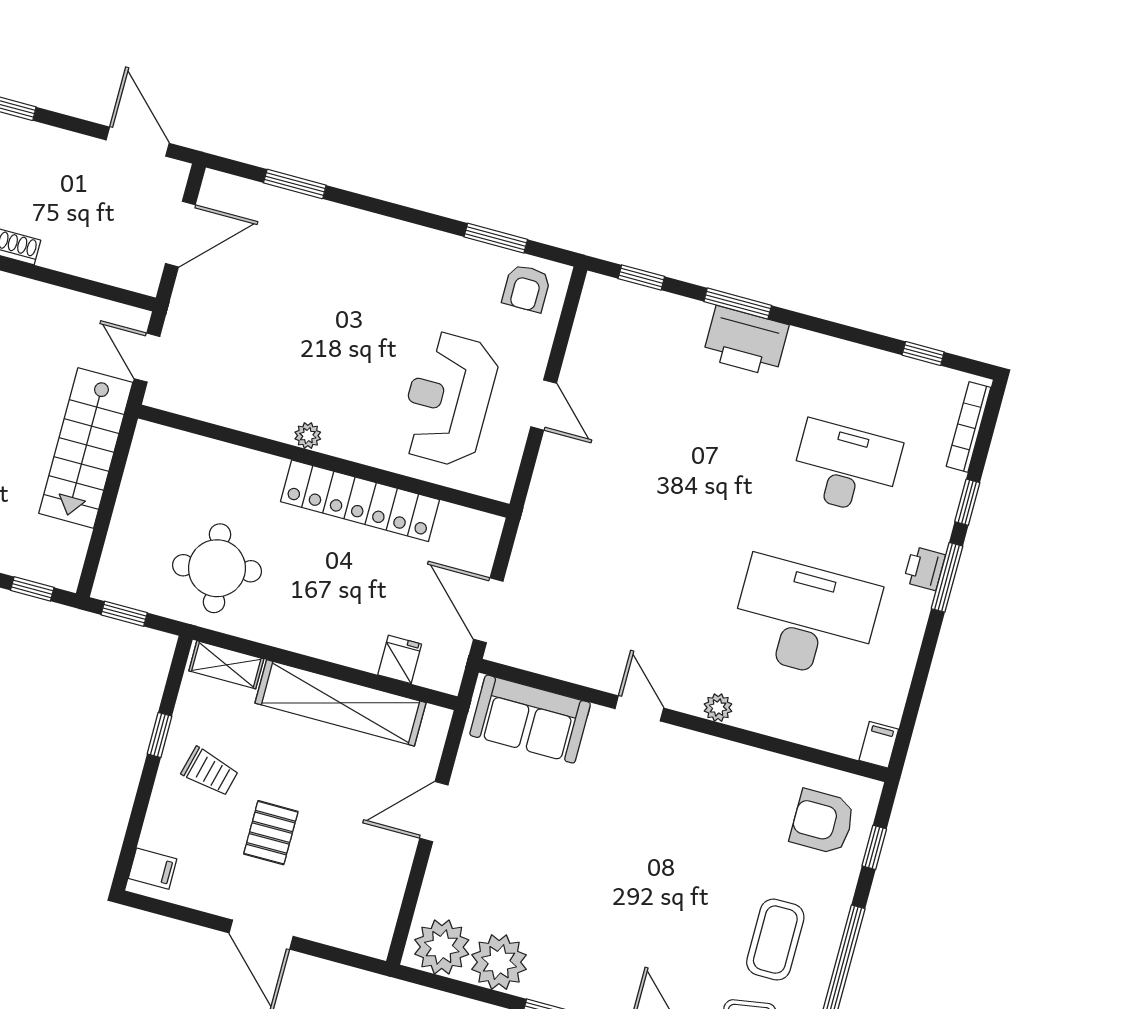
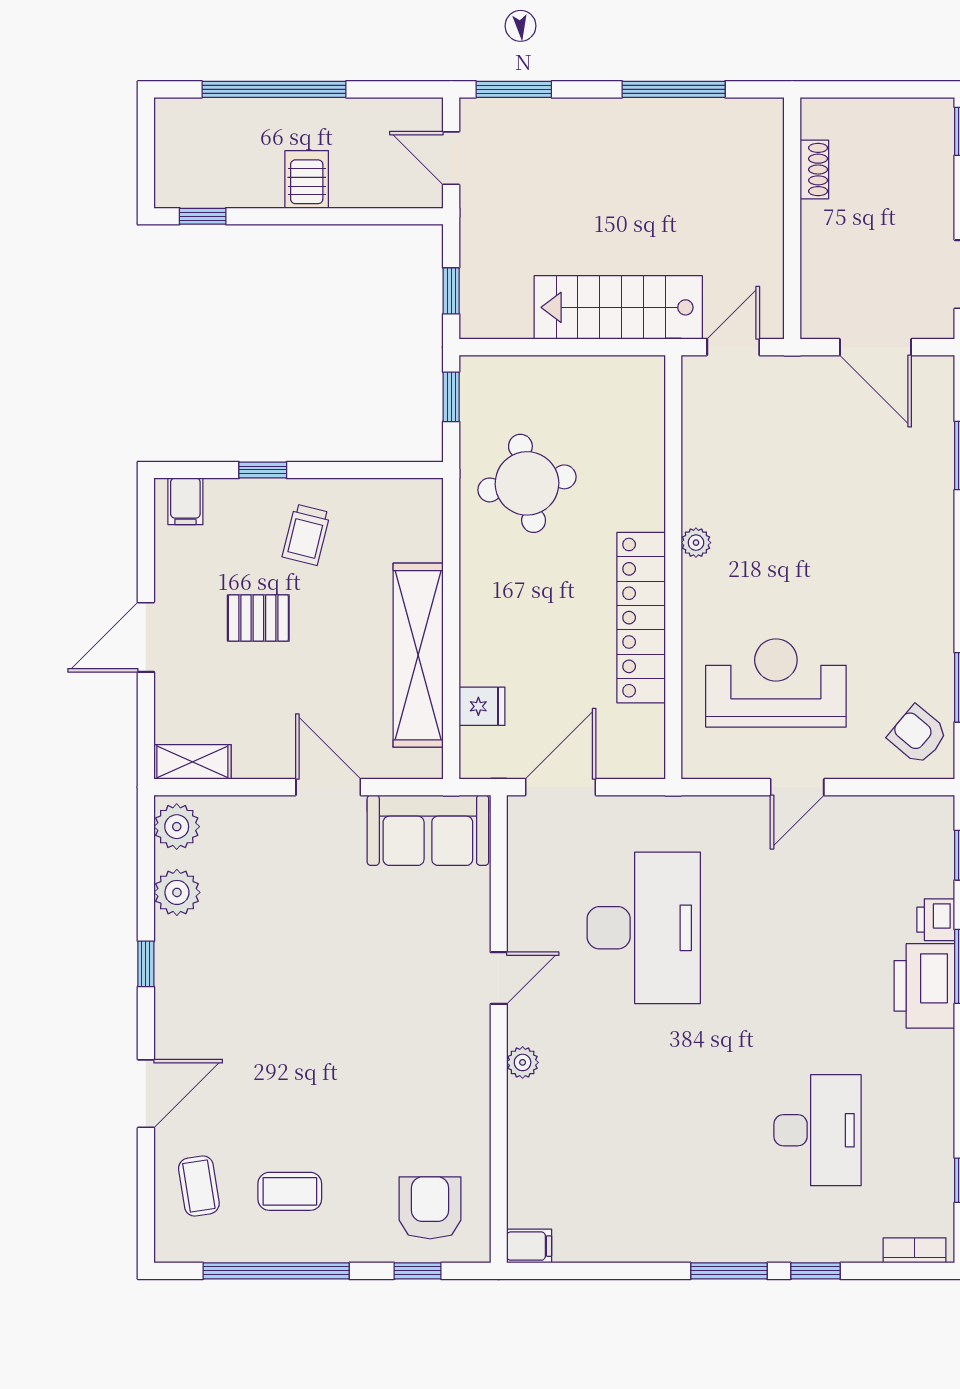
armchair: (526, 288) -> (918, 735), turned 40
bookcase: (969, 427) -> (915, 1250), width x0.64
printer: (924, 568) -> (936, 920), moved, turned -90
desk: (805, 618) -> (644, 928), moved
shelving: (226, 665) -> (192, 762), moved, turned 90
sofa: (530, 719) -> (428, 830), moved, turned -90
window: (159, 735) -> (263, 470), moved
coffee table: (775, 940) -> (290, 1191), width x0.73, depth x0.77
plant: (442, 947) -> (177, 827), width x0.73, depth x0.73
plant: (499, 962) -> (177, 892), width x0.73, depth x0.73

